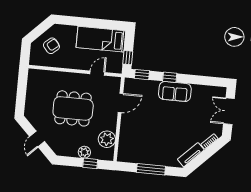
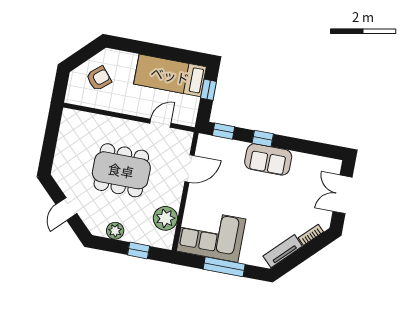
window: (128, 58) -> (209, 90), moved
corner sofa: (140, 148) -> (211, 235), added
plant: (84, 152) -> (115, 231), moved

